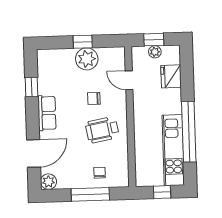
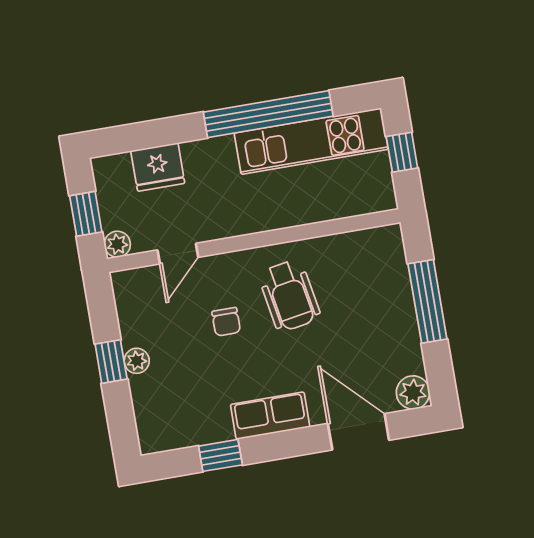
plant: (155, 52) -> (117, 244), moved
plant: (87, 59) -> (137, 361), width x0.53, depth x0.53
chair: (100, 173) -> (380, 288), removed

